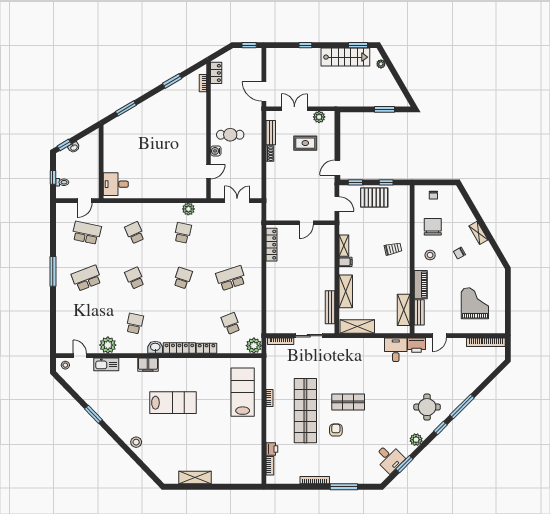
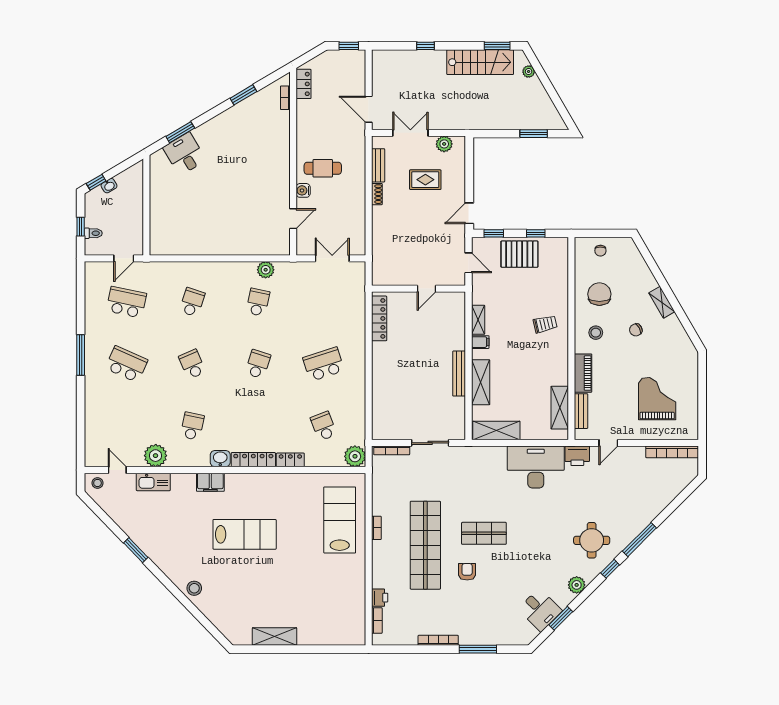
desk: (116, 184) -> (185, 154), moved, turned 59
school desk: (135, 233) -> (192, 302), turned 42
school desk: (87, 278) -> (126, 364), turned 45
bench: (330, 307) -> (459, 374), moved
desk: (396, 350) -> (536, 467), width x1.87, depth x1.30

